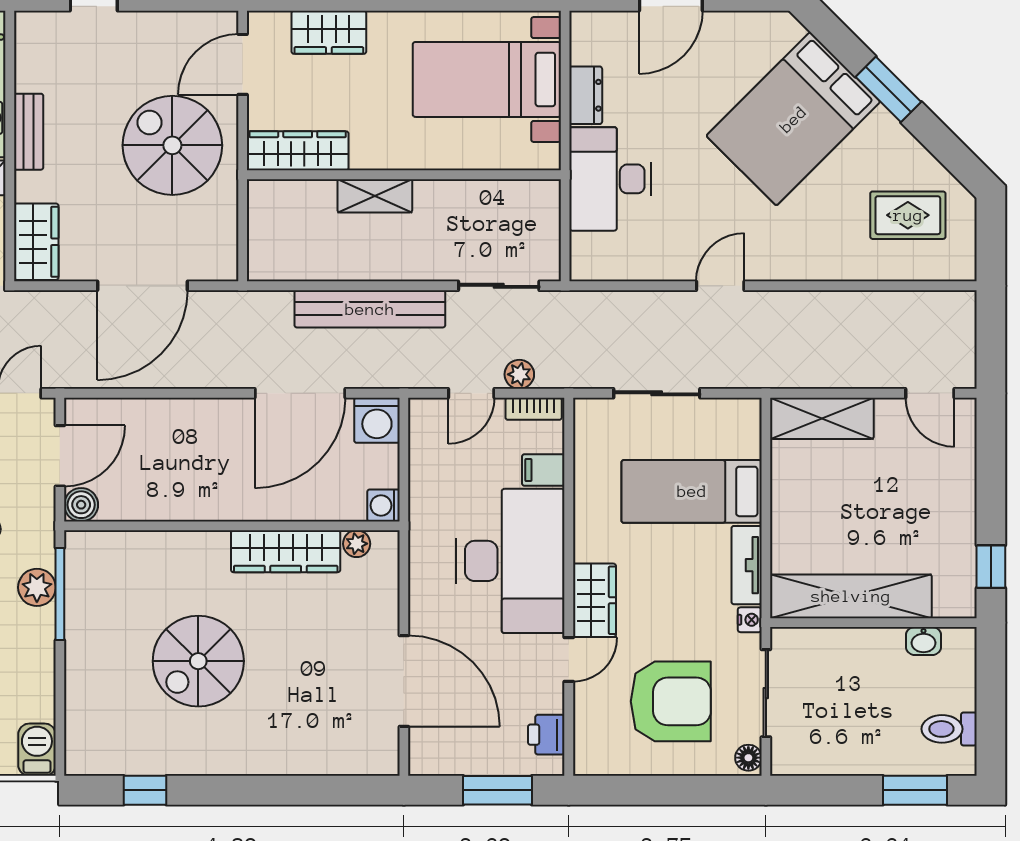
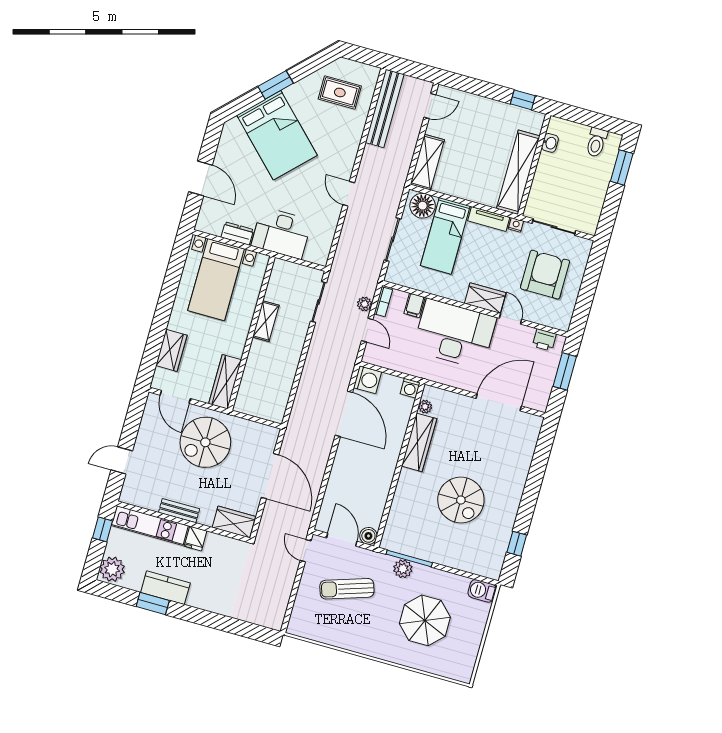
shelving: (375, 196) -> (266, 321), moved
rug: (908, 215) -> (340, 92), turned 90
bench: (370, 309) -> (385, 108), moved
floor lamp: (748, 758) -> (423, 206), moved, width x1.89, depth x1.89

